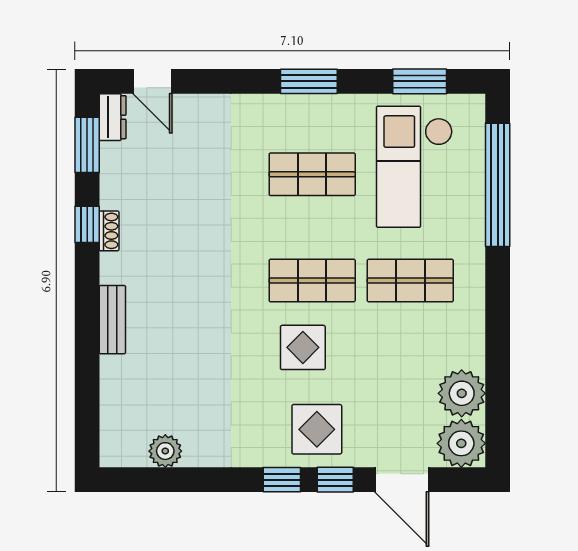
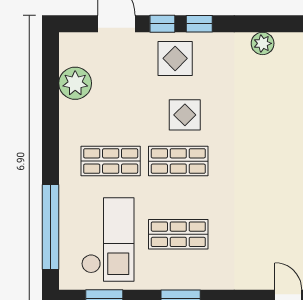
plant: (461, 443) -> (76, 49), removed
plant: (165, 451) -> (263, 43), moved

